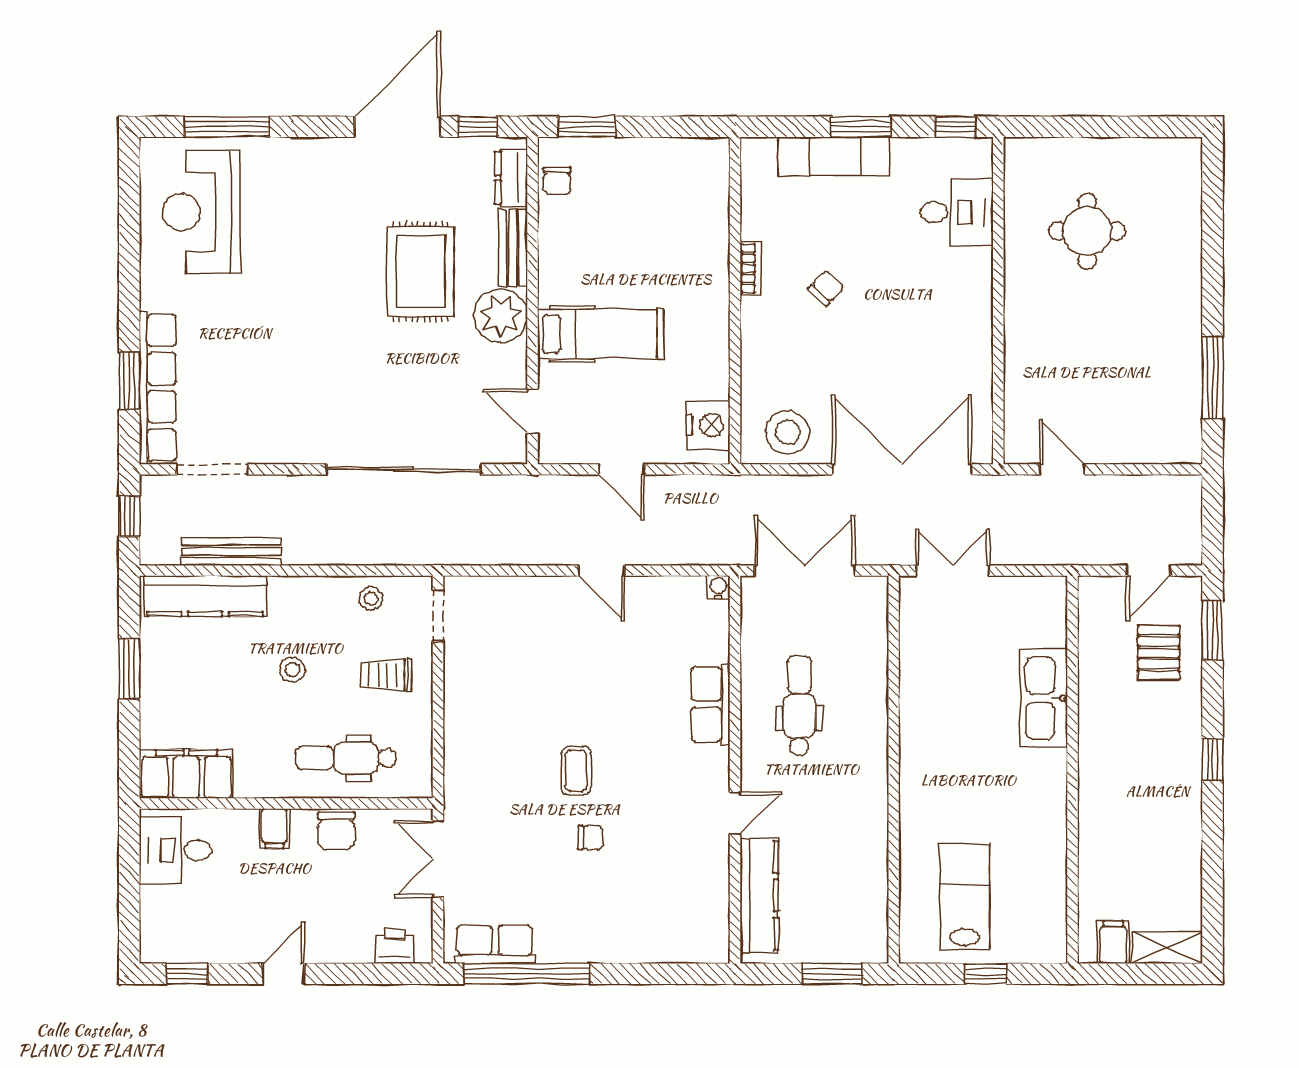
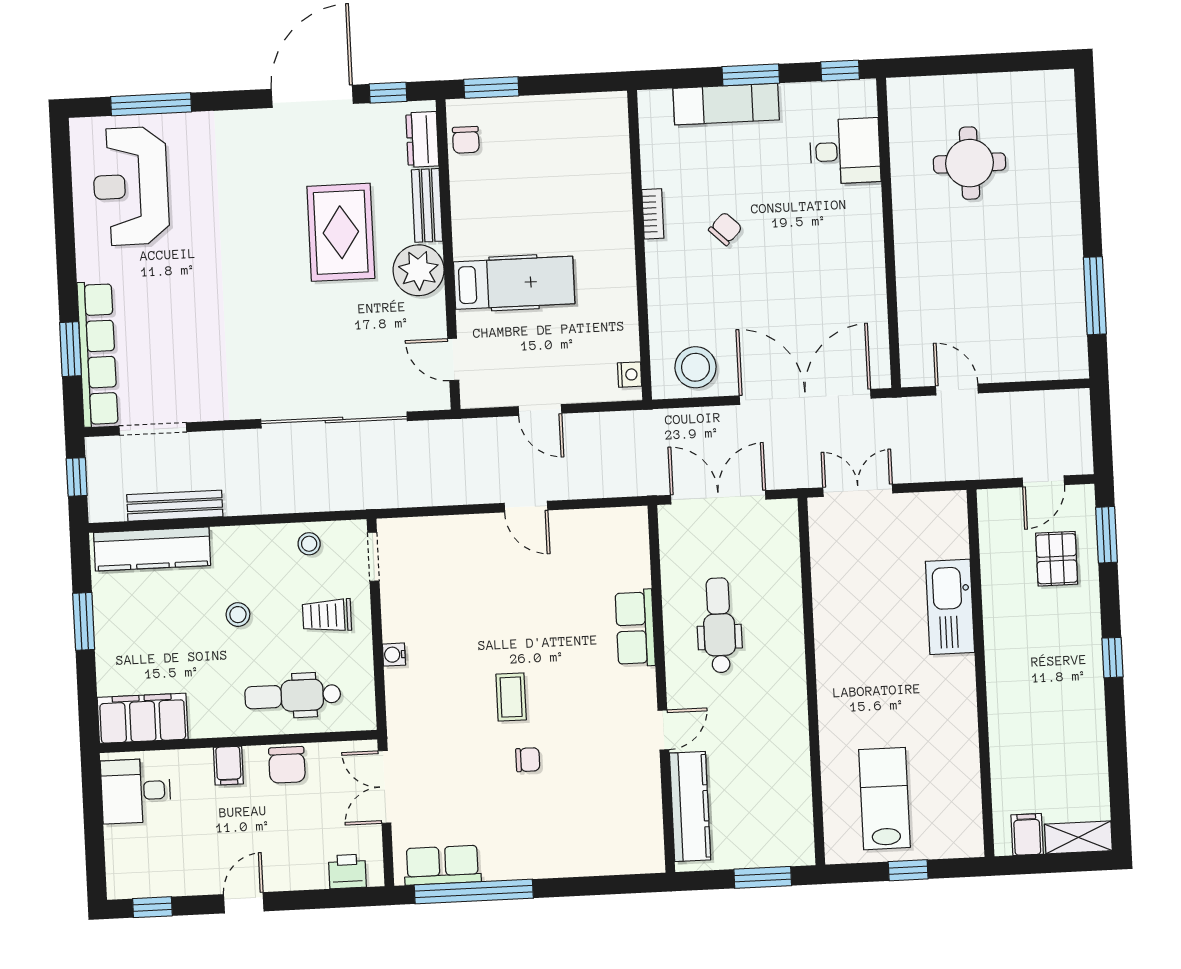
nightstand: (708, 425) -> (630, 375), width x0.53, depth x0.56
water cooler: (718, 587) -> (394, 655), moved, turned -90

